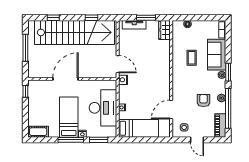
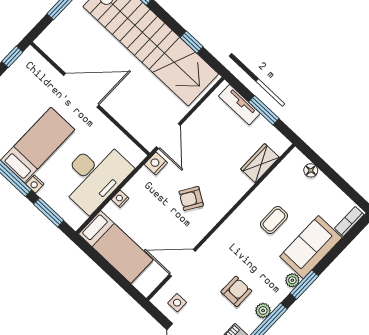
wardrobe: (164, 30) -> (260, 163), moved
armchair: (150, 80) -> (191, 198), added

